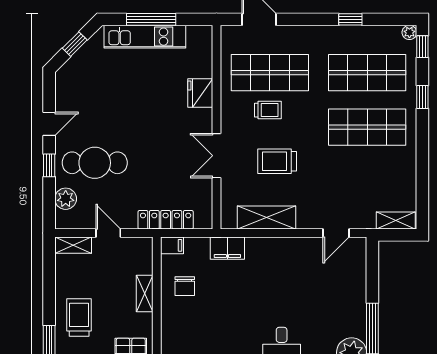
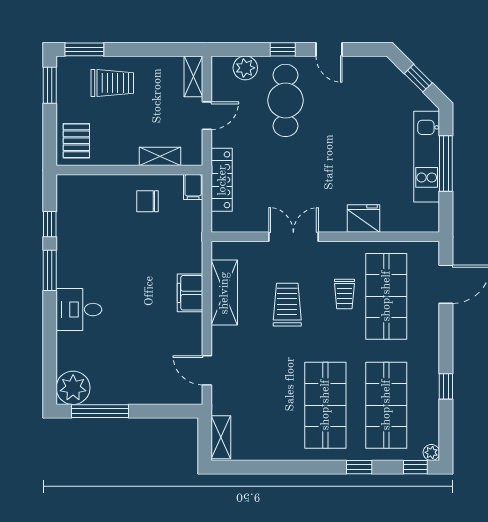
filing cabinet: (227, 248) -> (190, 293), moved
shelving: (145, 293) -> (160, 156), moved

